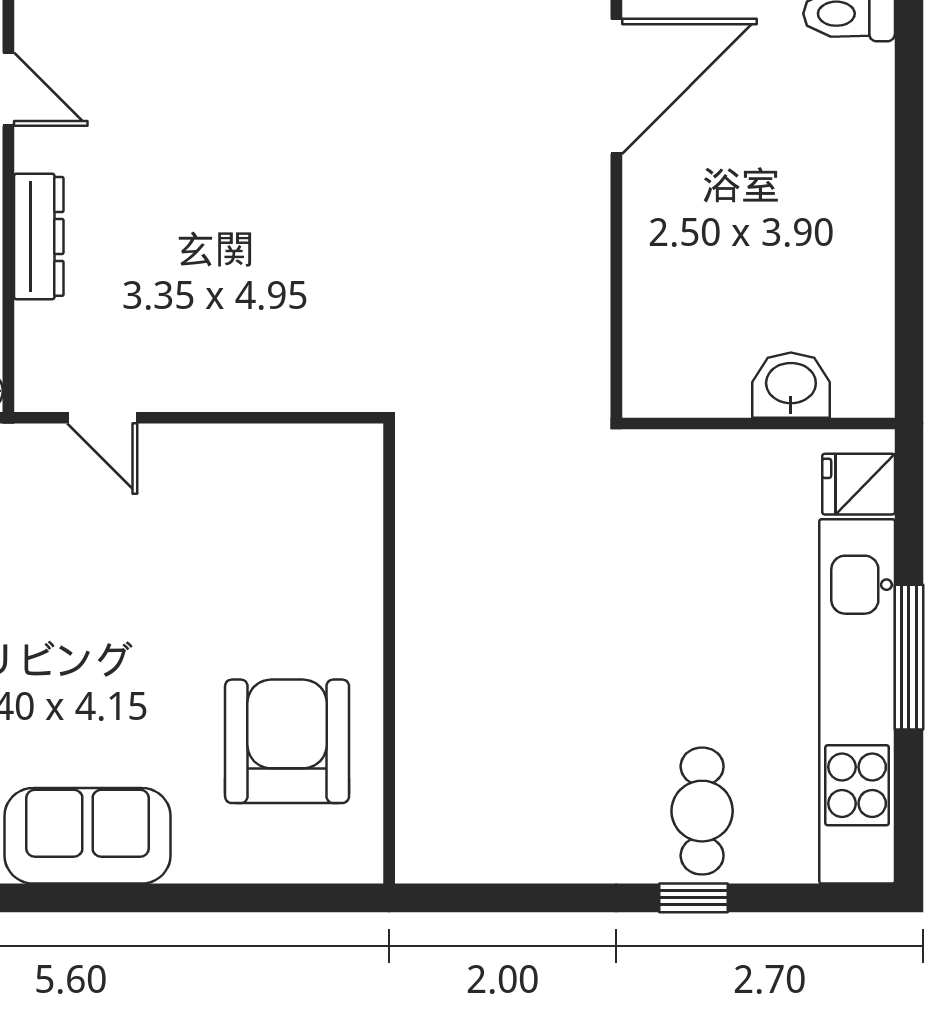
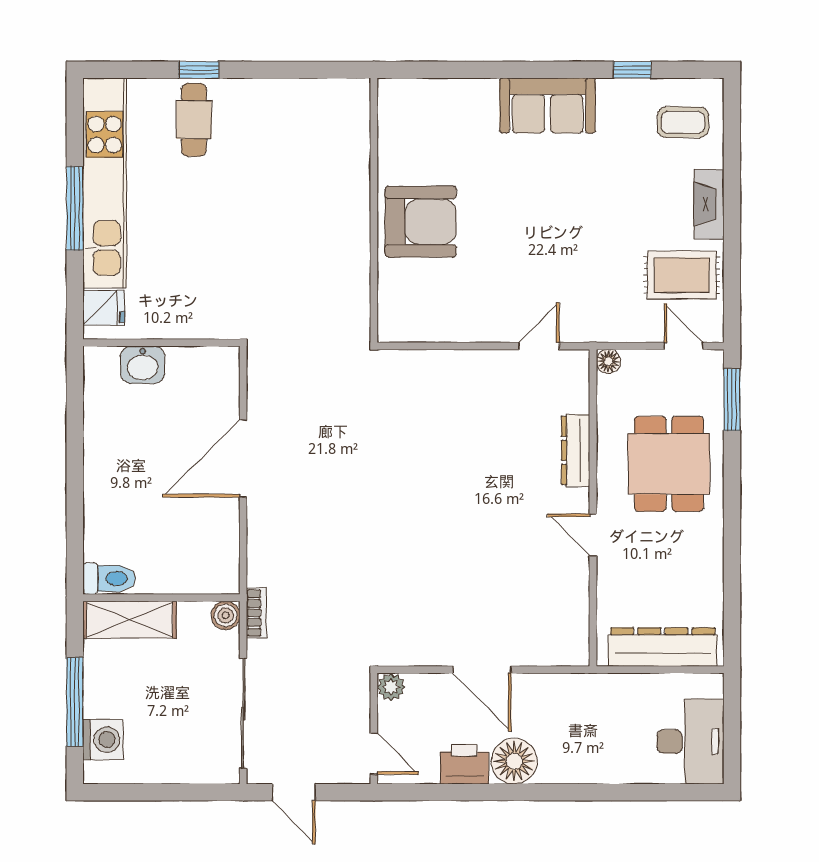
door: (616, 86) -> (243, 458), moved
door: (102, 418) -> (539, 346), hinge flipped
armchair: (287, 741) -> (421, 222), moved, turned -90

